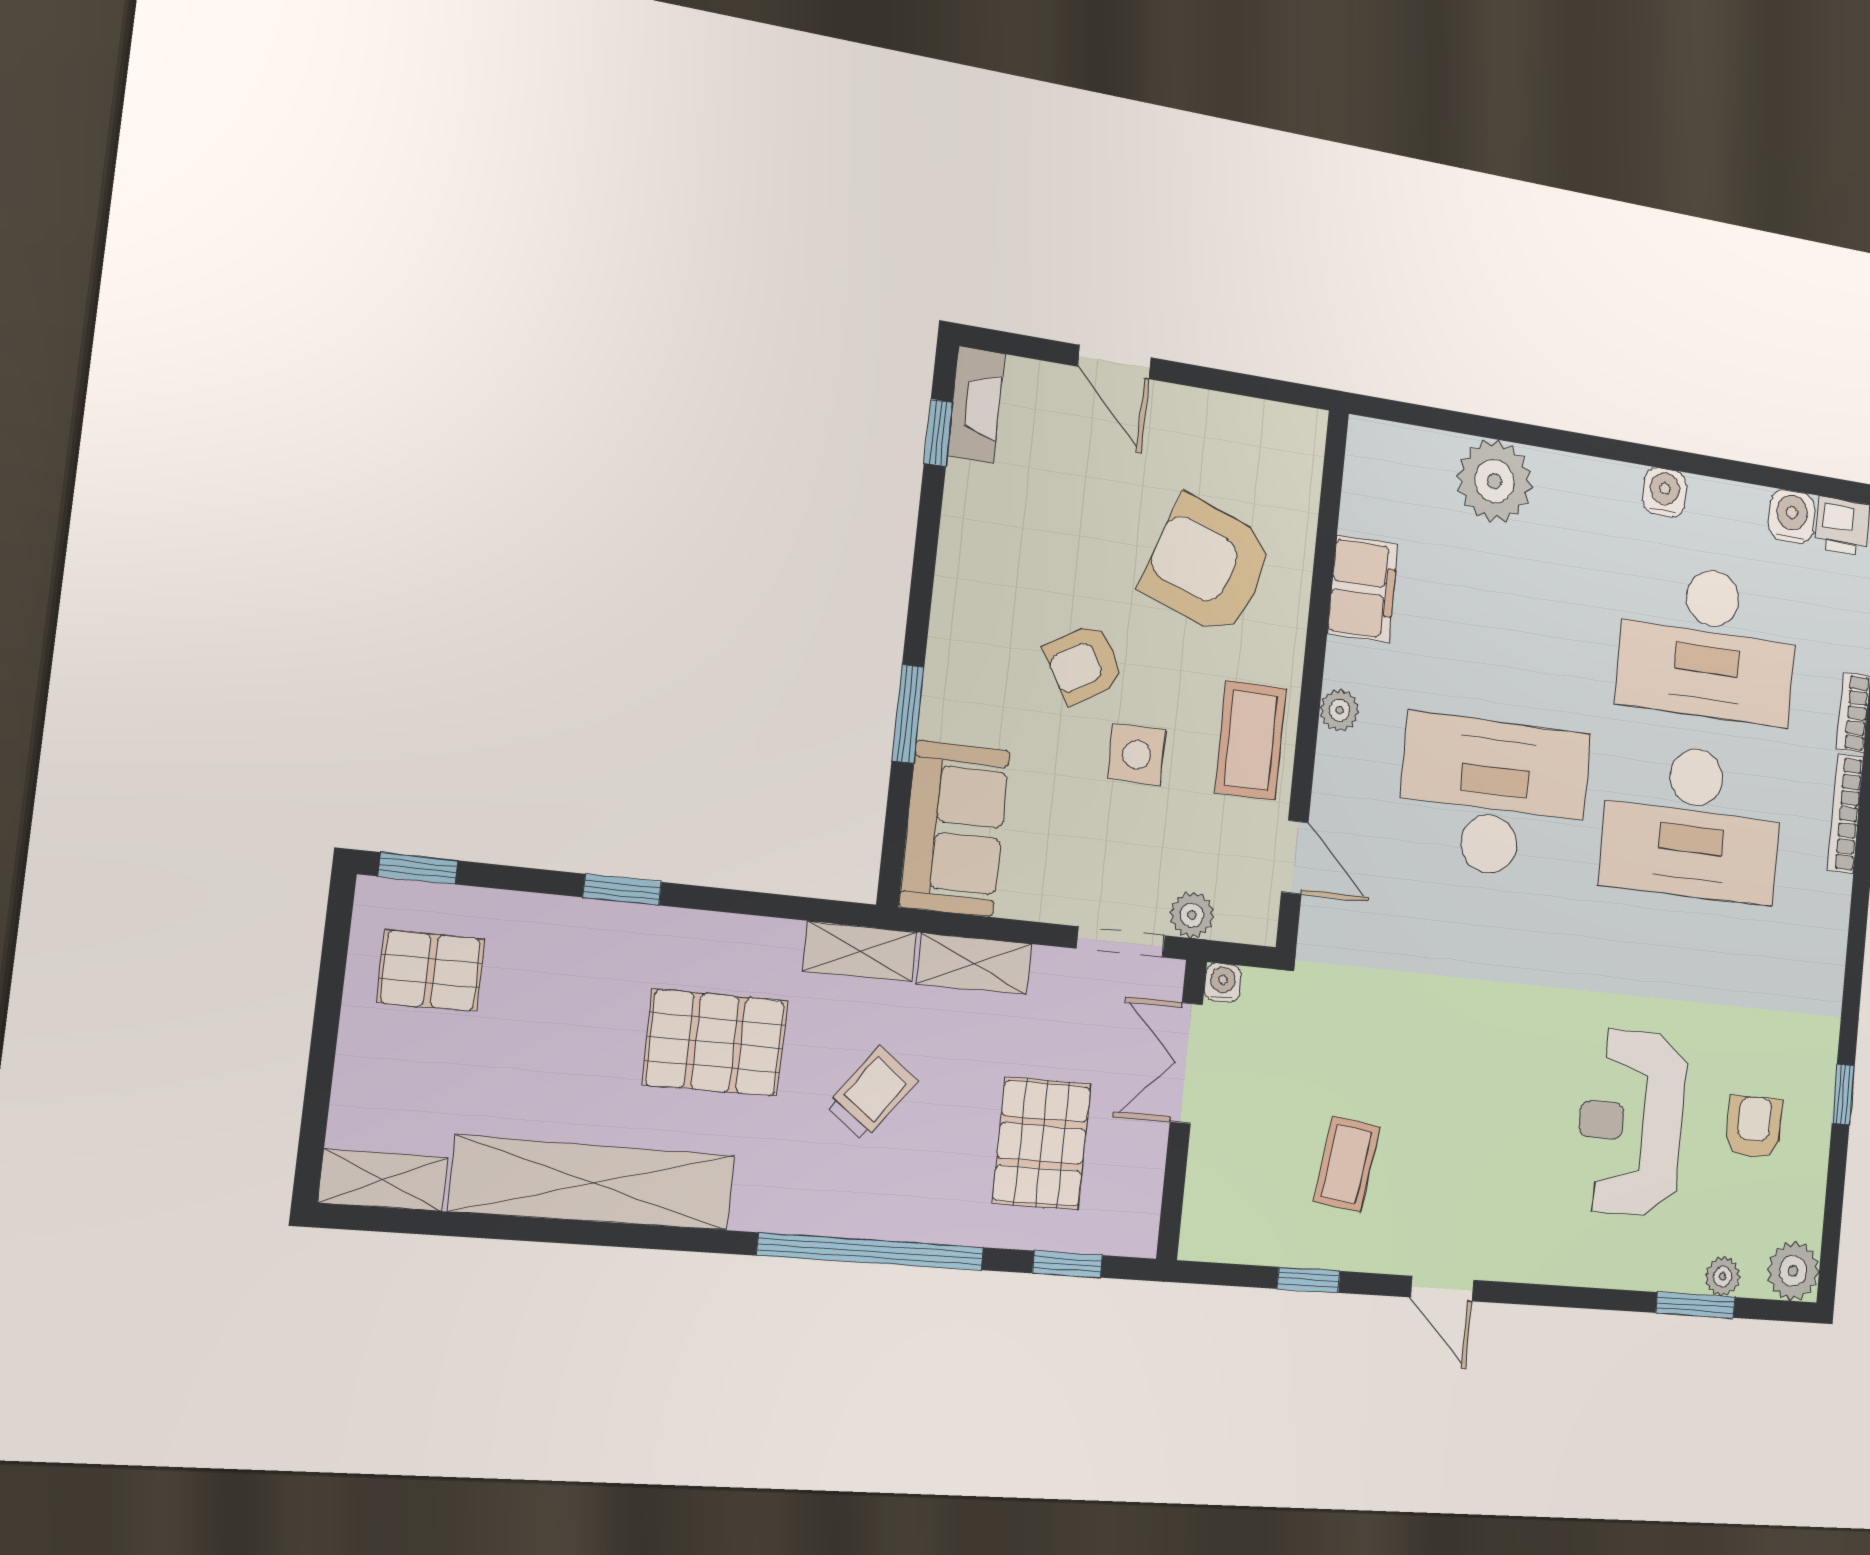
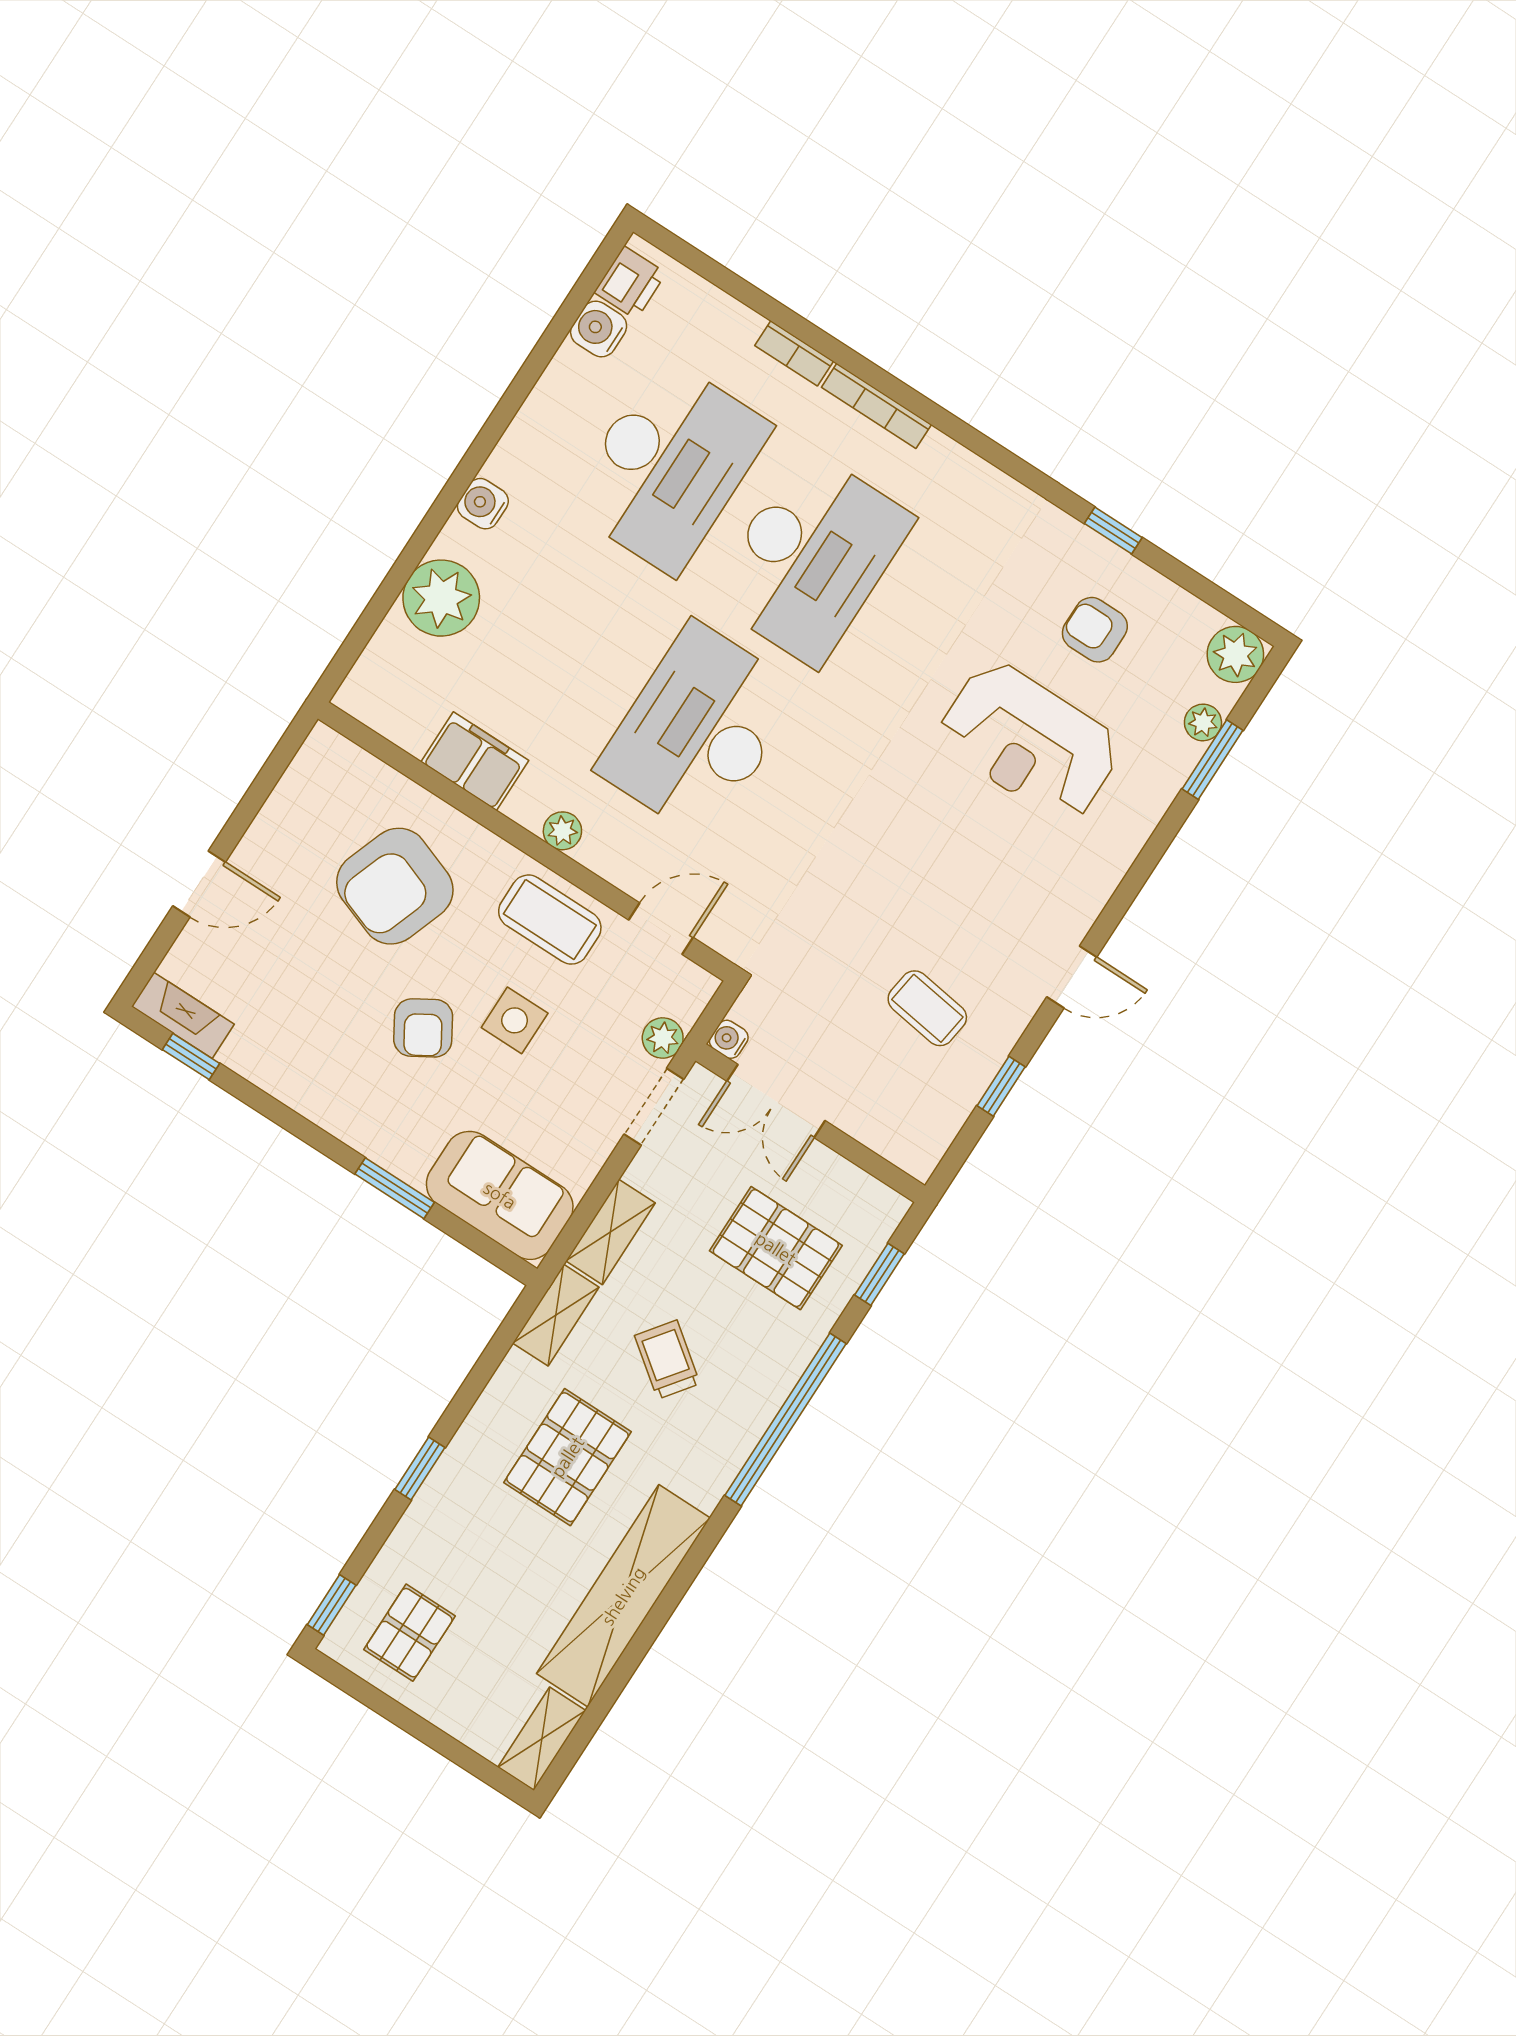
water cooler: (1664, 492) -> (483, 504), moved

